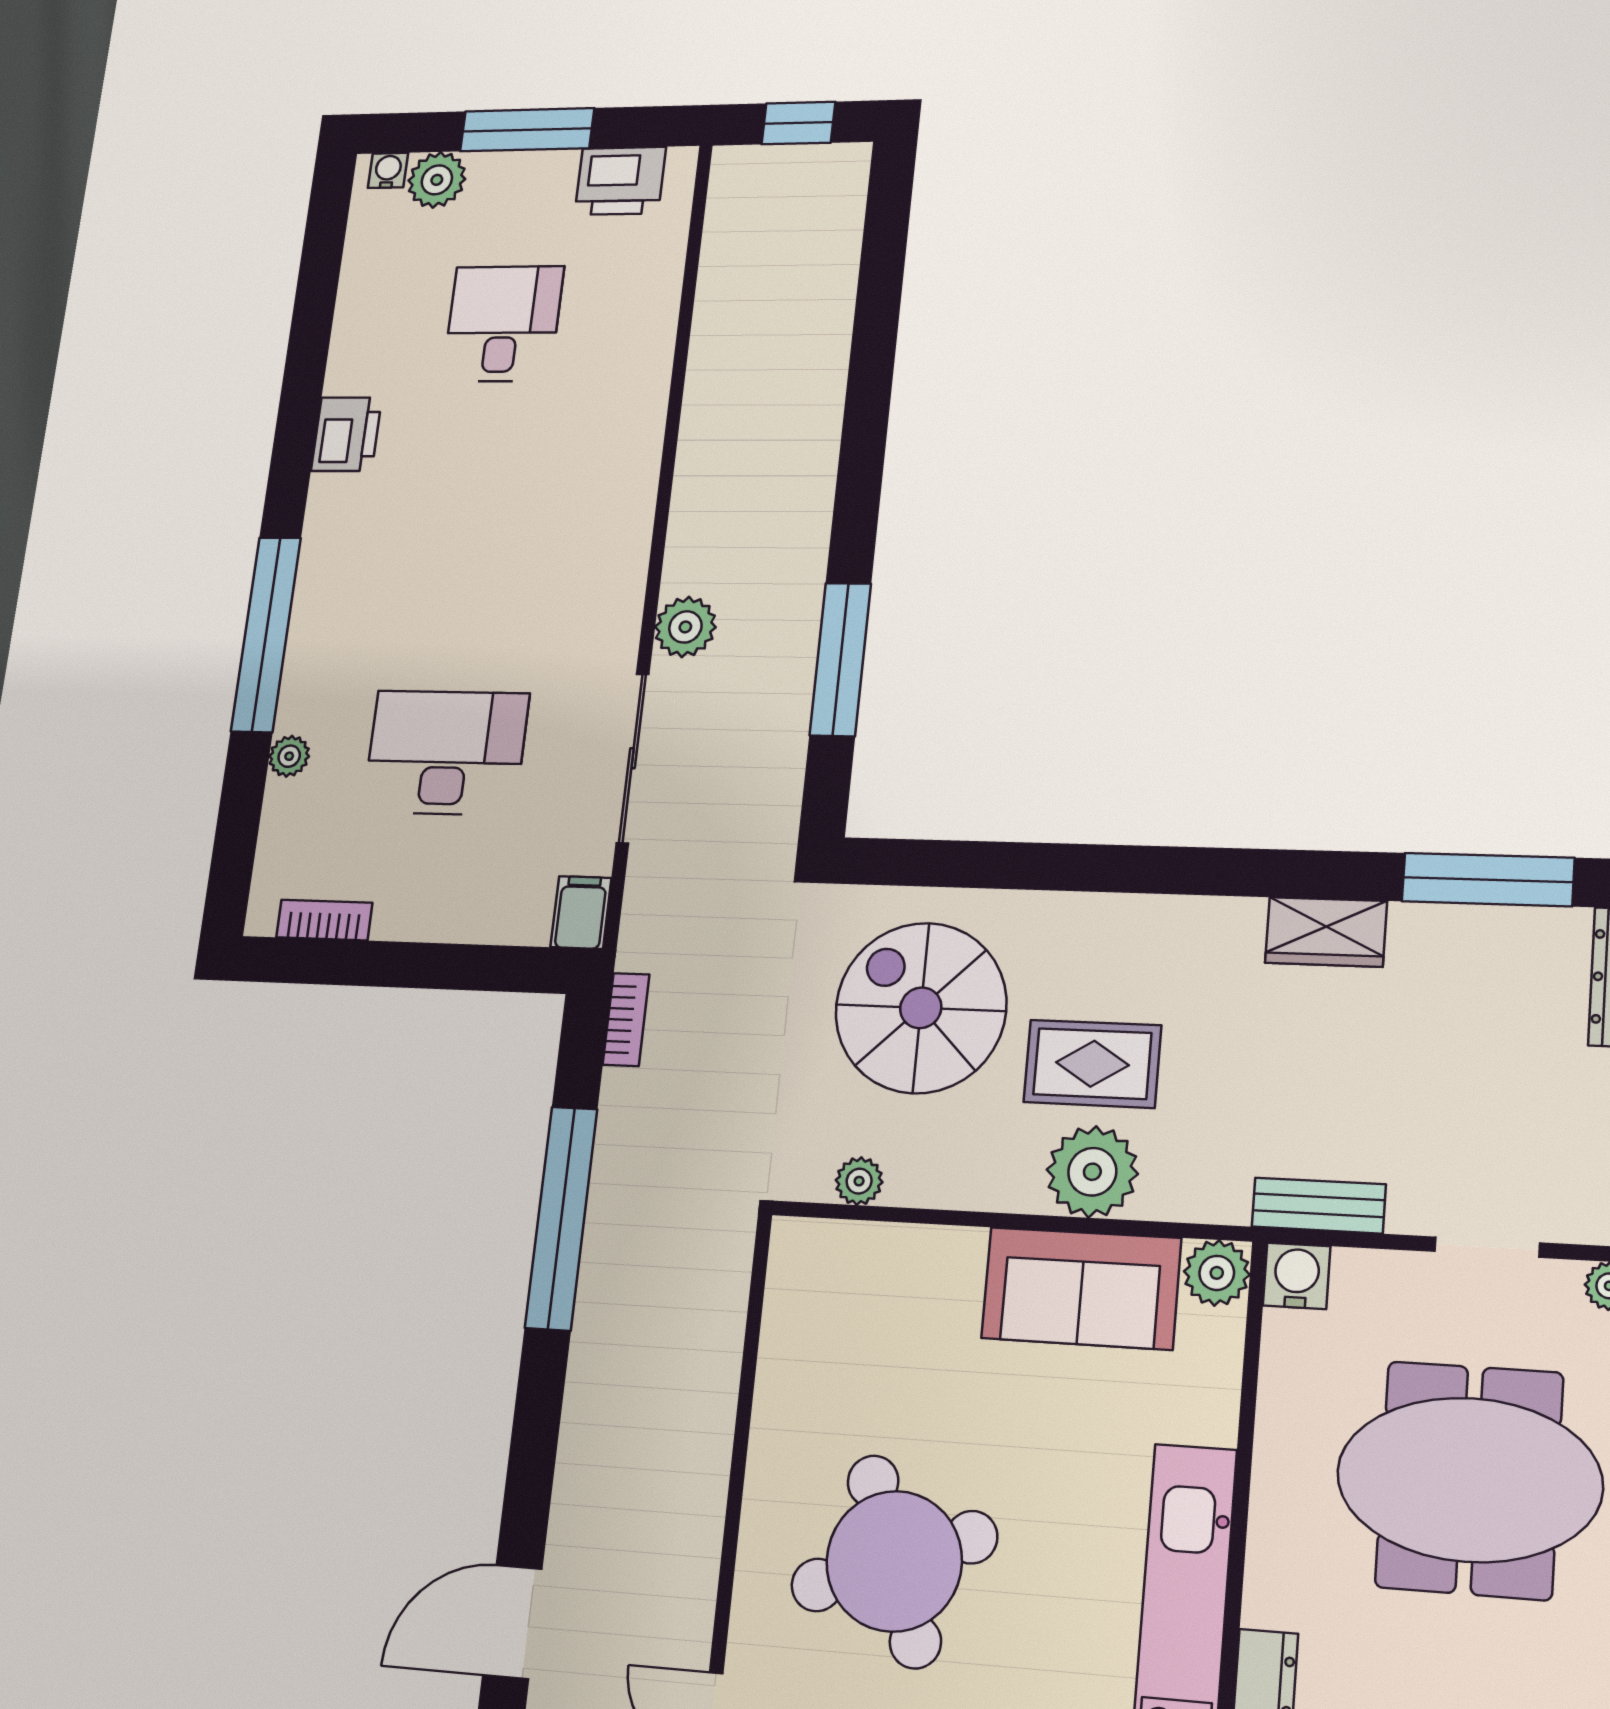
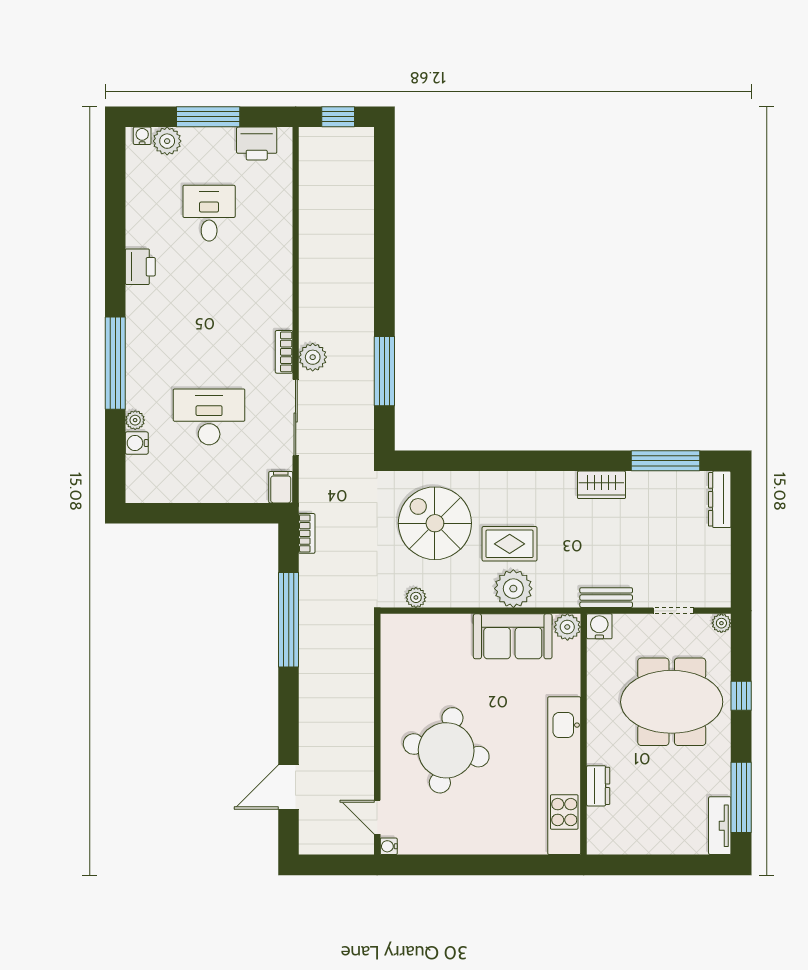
water cooler: (285, 806) -> (137, 443), added
bookcase: (324, 920) -> (284, 352), moved, turned -90
round table: (894, 1561) -> (446, 750), turned 32

